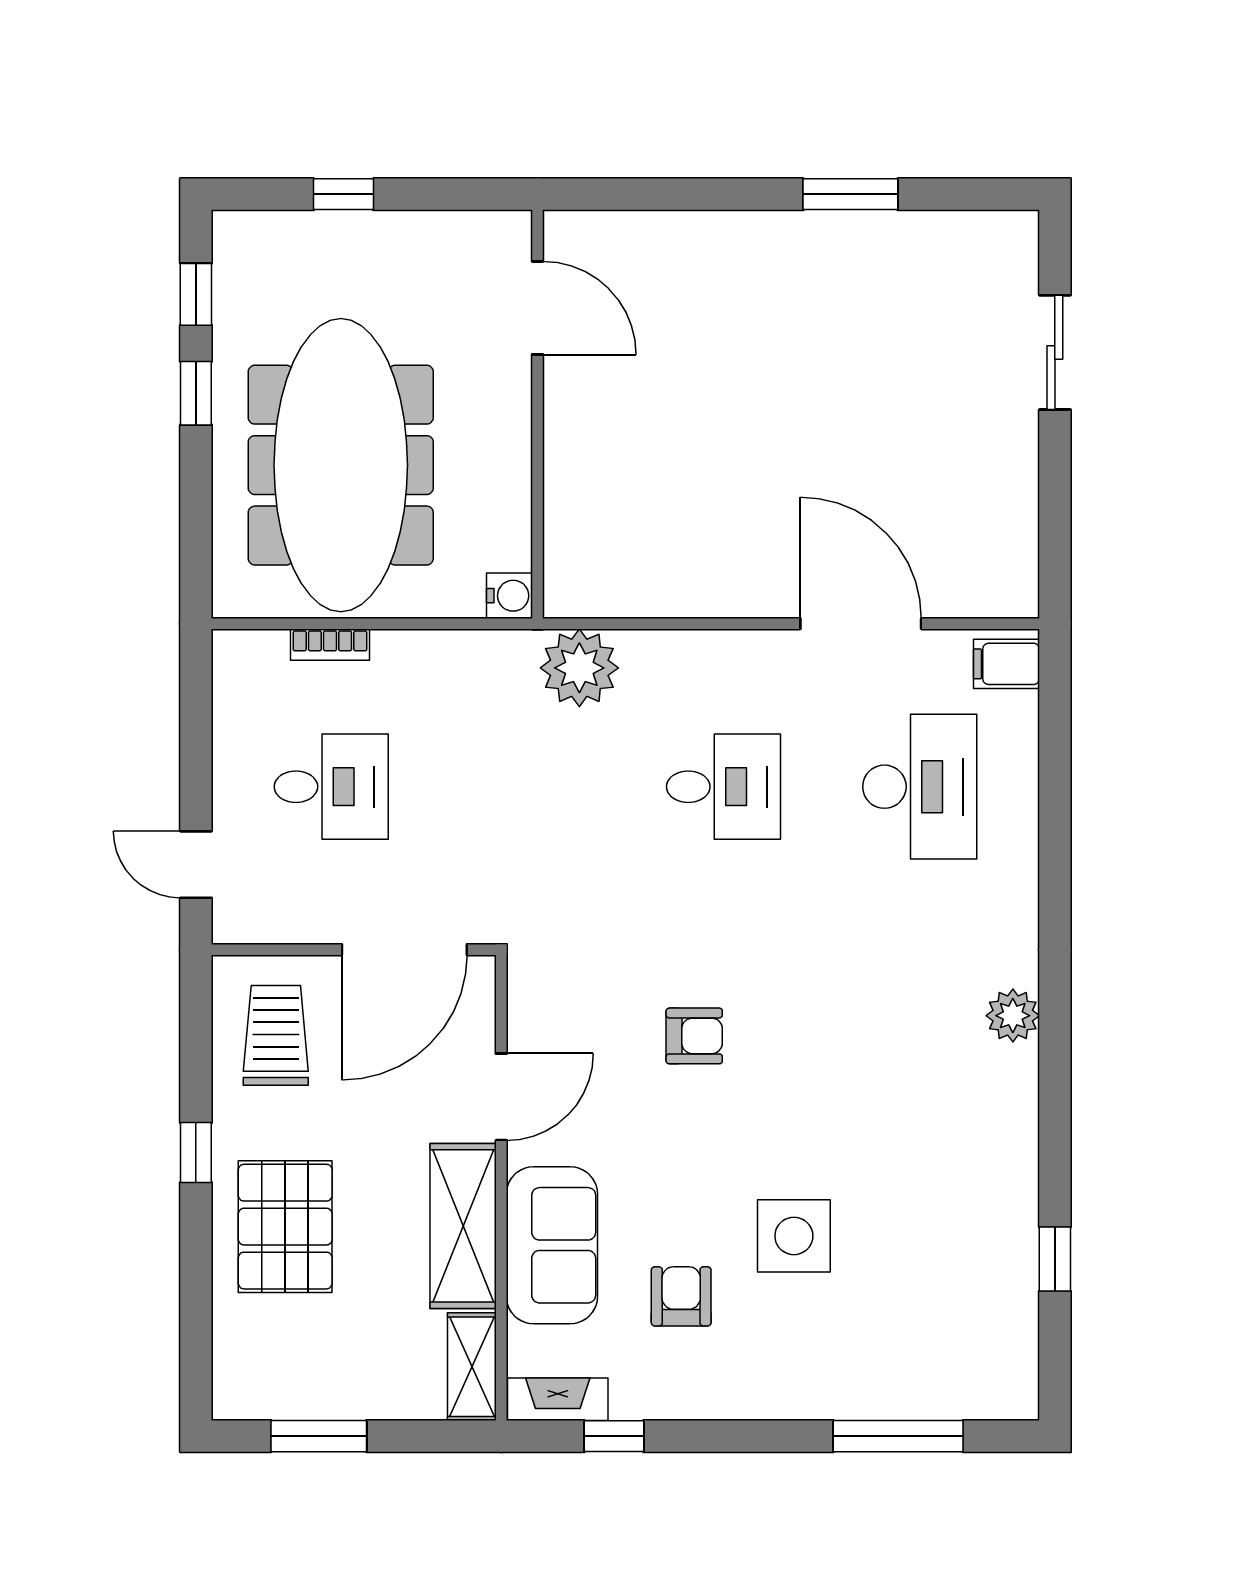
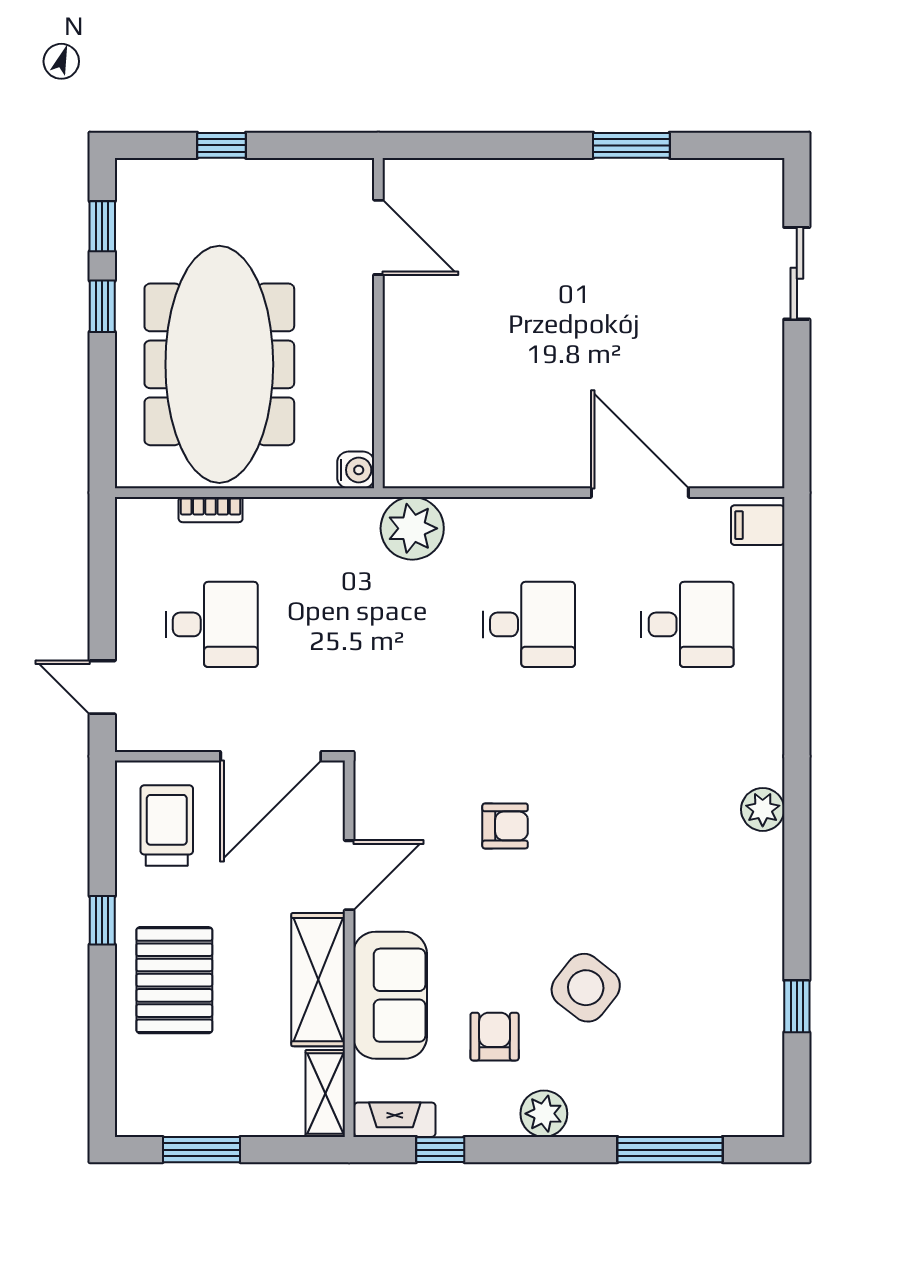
desk: (920, 787) -> (687, 624), width x0.73
side table: (794, 1236) -> (586, 988), turned 38
plant: (742, 1392) -> (544, 1114), added

